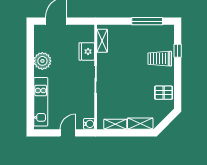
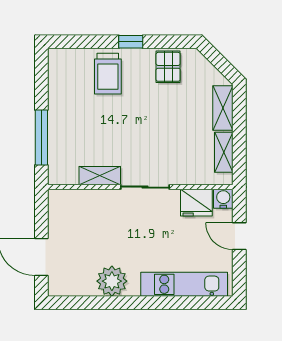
window: (147, 21) -> (41, 137), moved
shelving: (102, 41) -> (100, 176), moved
fridge: (87, 51) -> (196, 203), moved
window: (178, 51) -> (131, 42), moved

